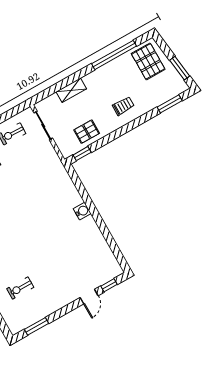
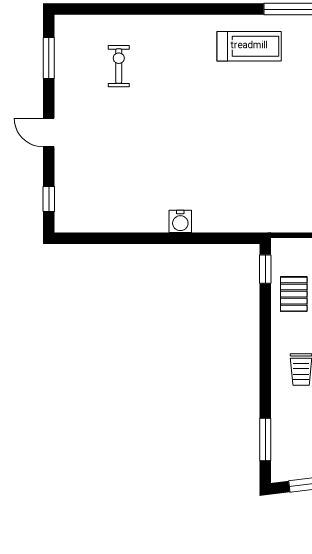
door: (89, 297) -> (49, 133), moved

